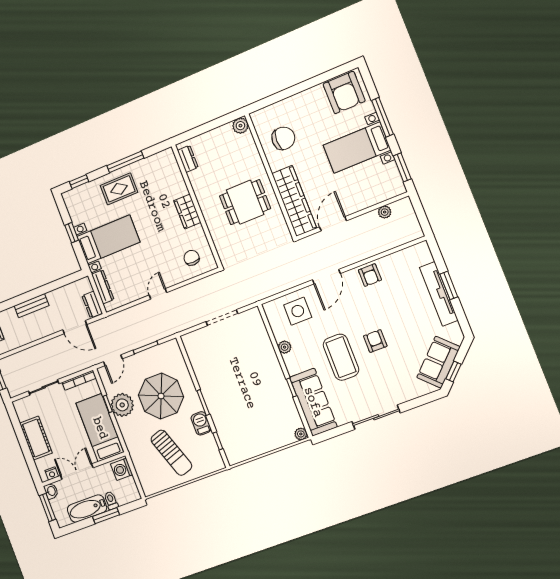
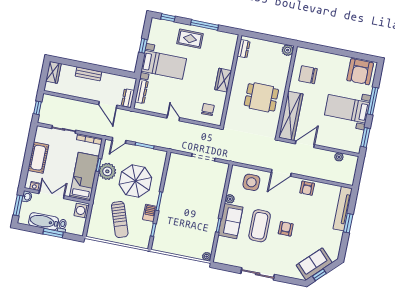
chair: (283, 138) -> (308, 75), turned 180
door: (158, 294) -> (173, 118), hinge flipped
tv unit: (439, 294) -> (343, 209), moved
sofa: (313, 402) -> (230, 221), moved, width x0.73

